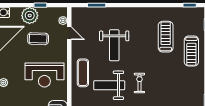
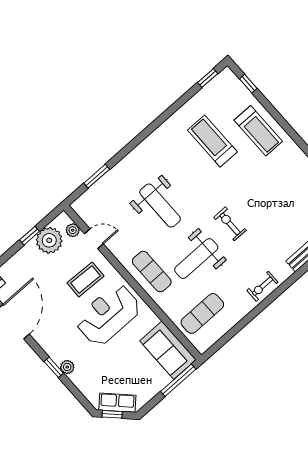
plant: (30, 16) -> (49, 240), moved
coffee table: (38, 39) -> (86, 279), moved
reception desk: (44, 75) -> (108, 315), turned 180

